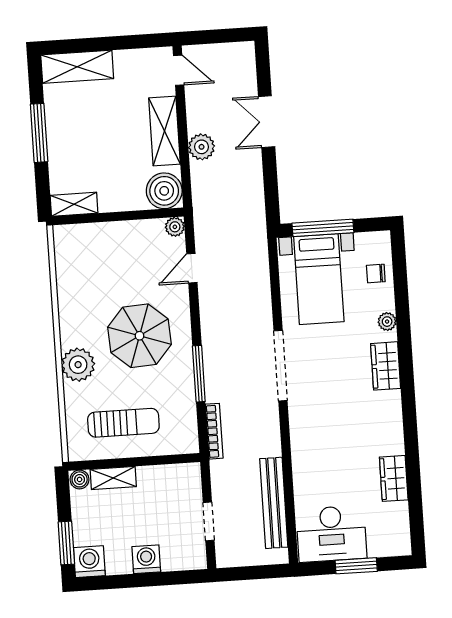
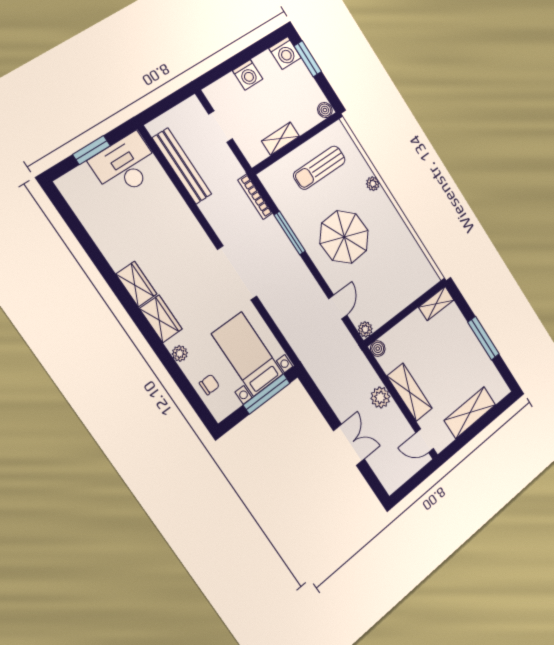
shelving: (77, 67) -> (470, 413), moved
boiler: (164, 191) -> (378, 349), width x0.54, depth x0.54
plant: (78, 365) -> (373, 184), width x0.53, depth x0.53
shelving: (113, 478) -> (281, 139), moved
wardrobe: (394, 478) -> (136, 284), moved

